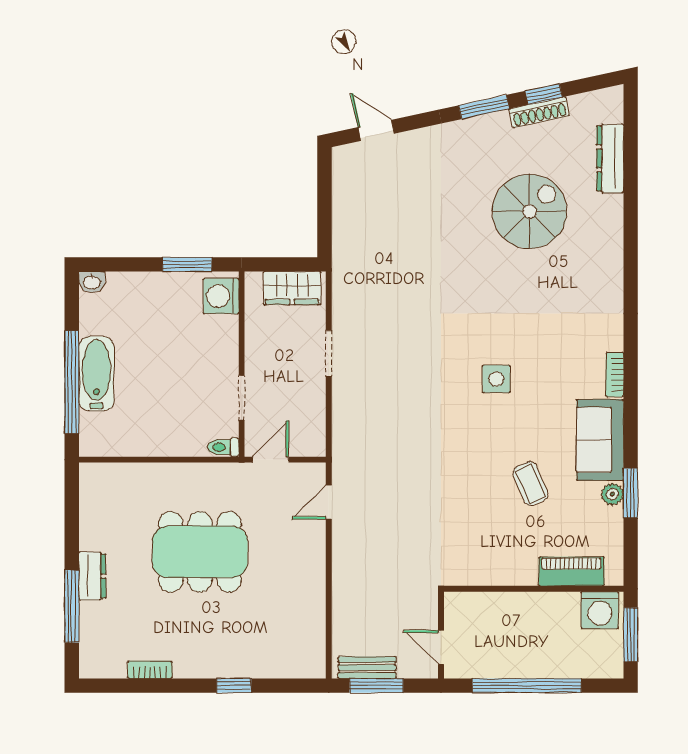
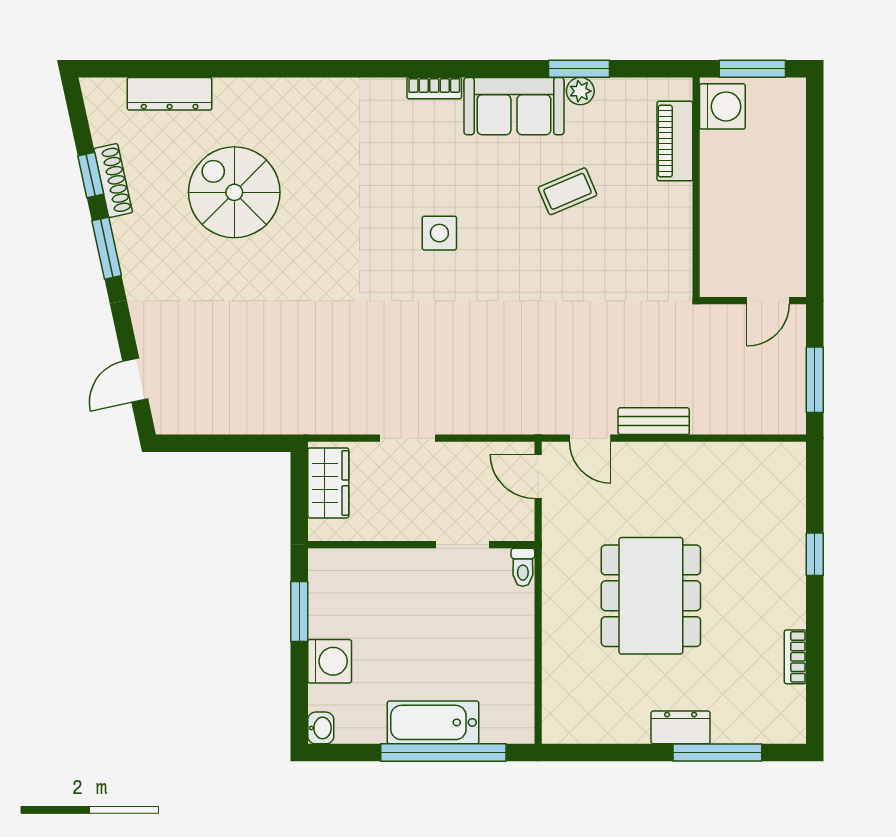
washing machine: (221, 296) -> (330, 661), moved, turned -90
door: (271, 460) -> (538, 477), moved
bench: (367, 668) -> (654, 421), moved, turned 90
window: (527, 686) -> (815, 196), removed

